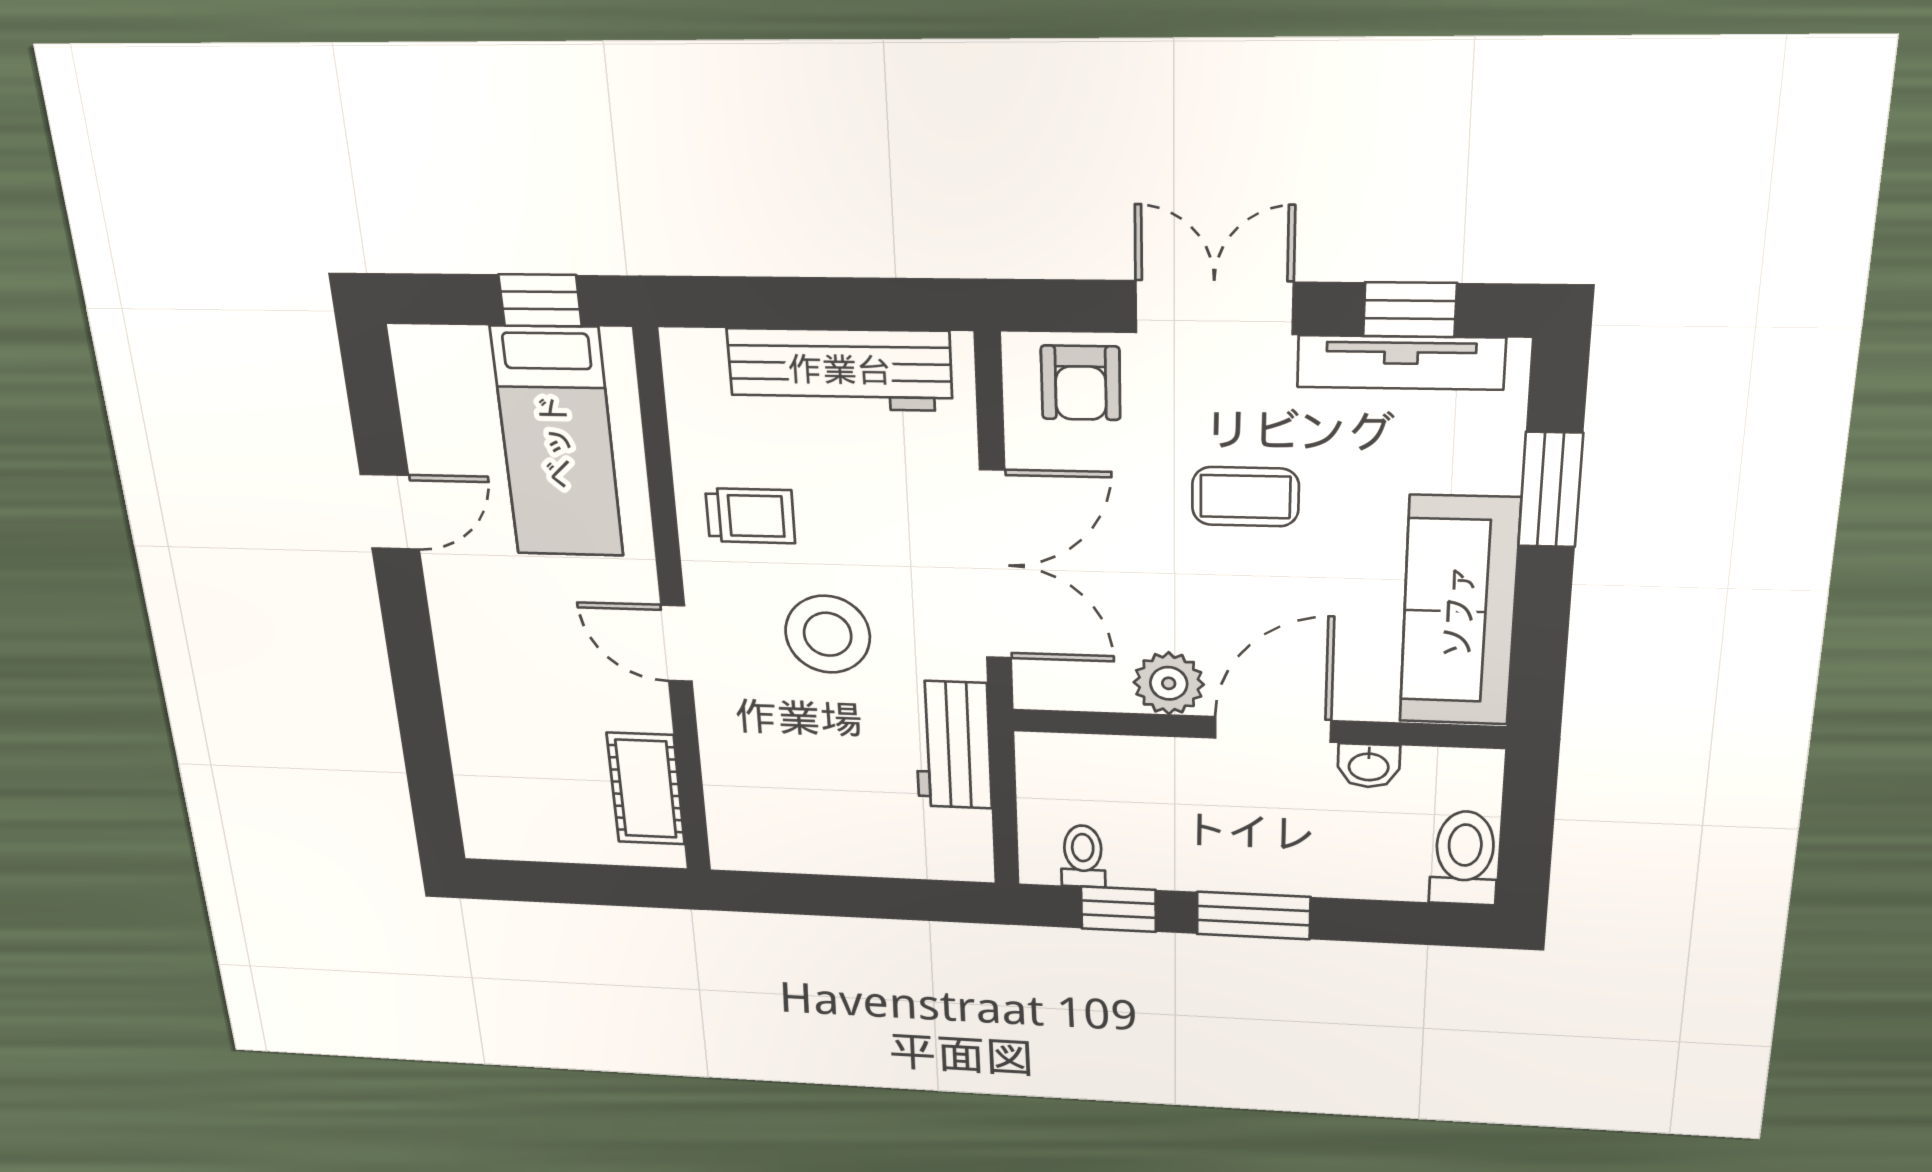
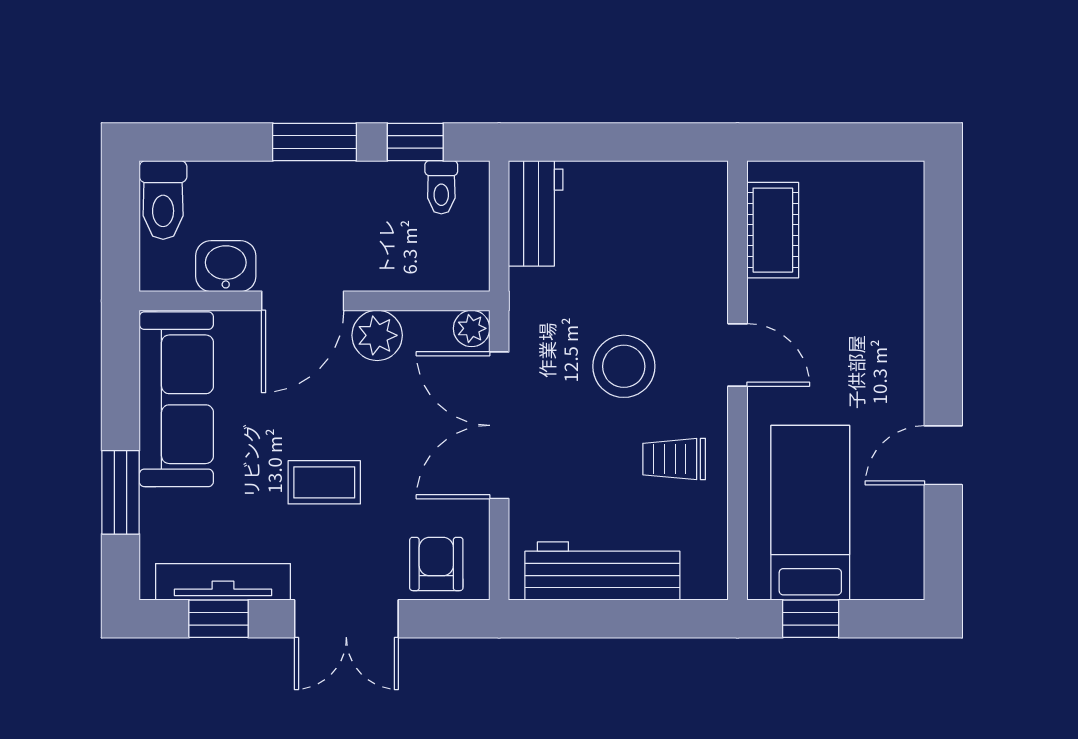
plant: (1038, 687) -> (472, 328), added
workbench: (953, 745) -> (536, 213), moved
washbasin: (1369, 766) -> (226, 266), width x1.38, depth x1.45

